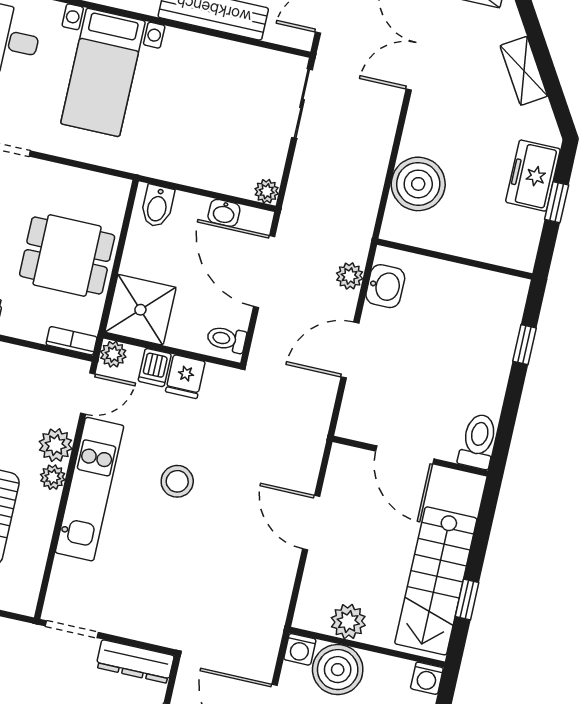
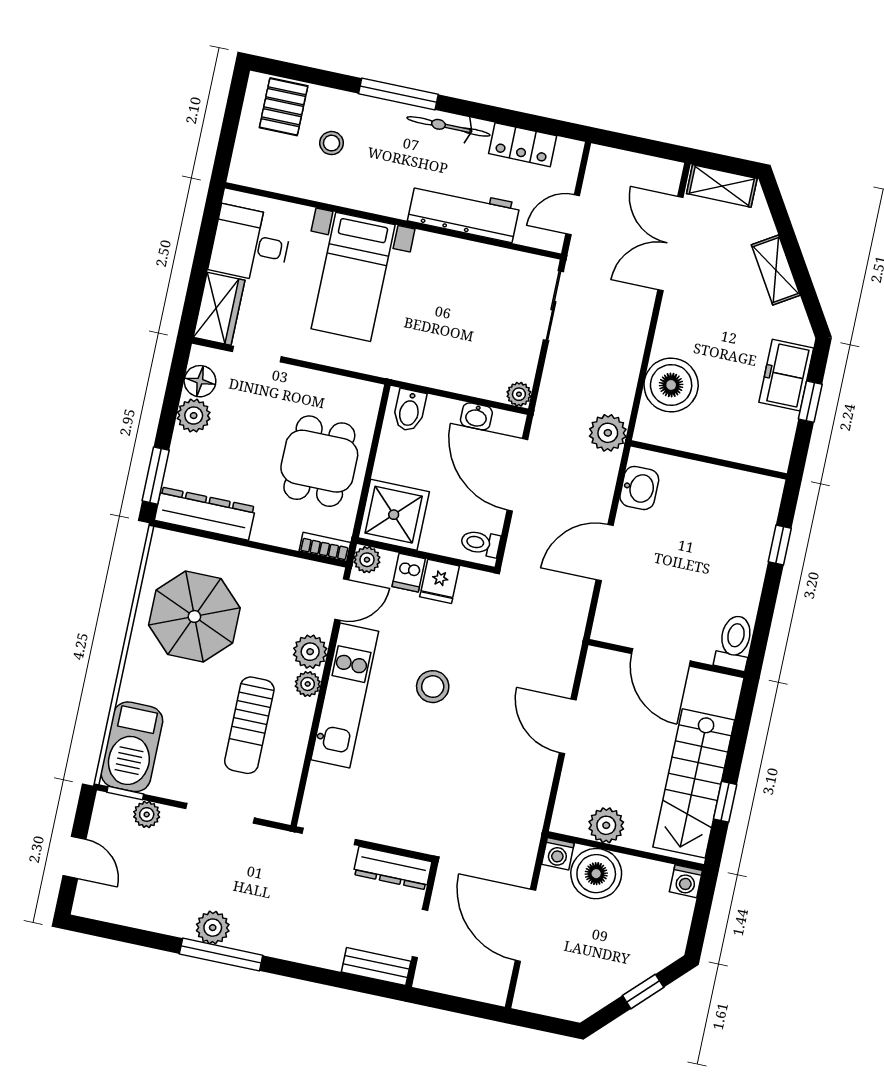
dining table: (67, 255) -> (319, 461), turned 90
plant: (350, 276) -> (608, 433), moved, width x1.38, depth x1.38

